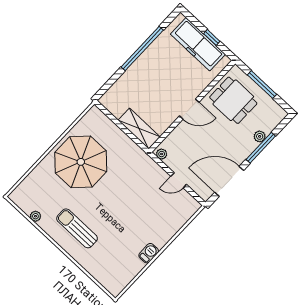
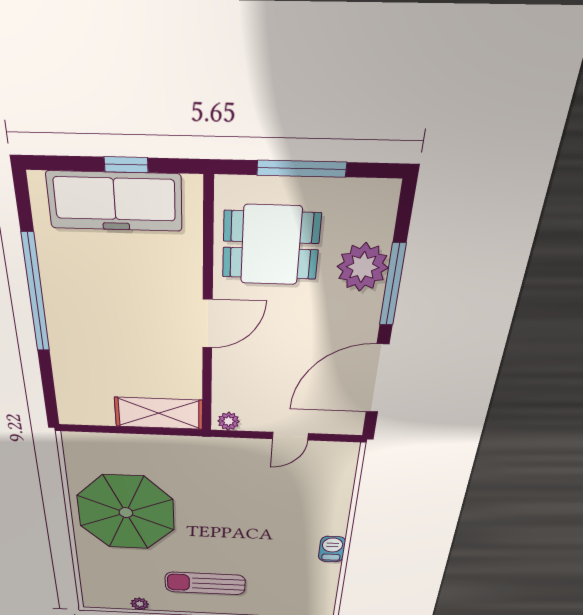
plant: (260, 136) -> (363, 267), width x1.88, depth x1.88

